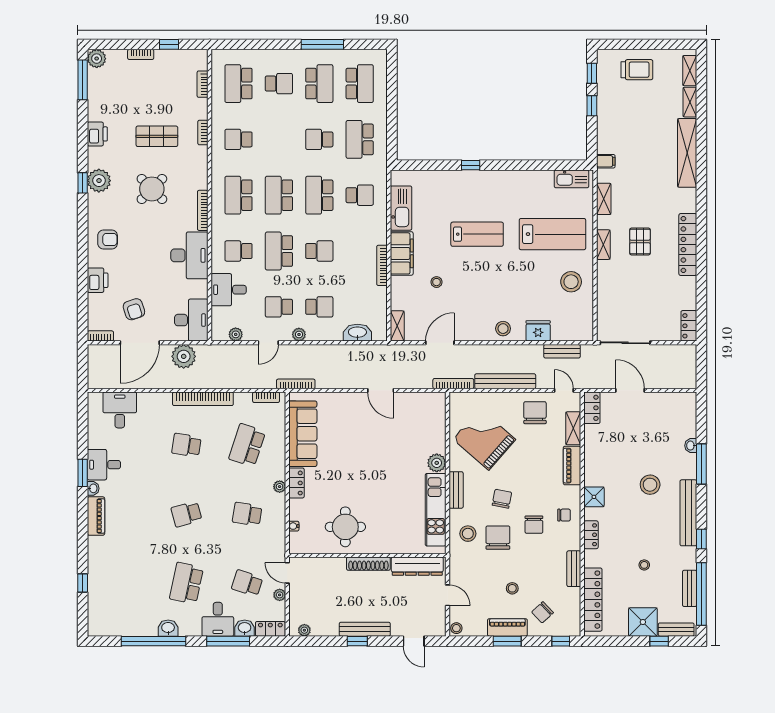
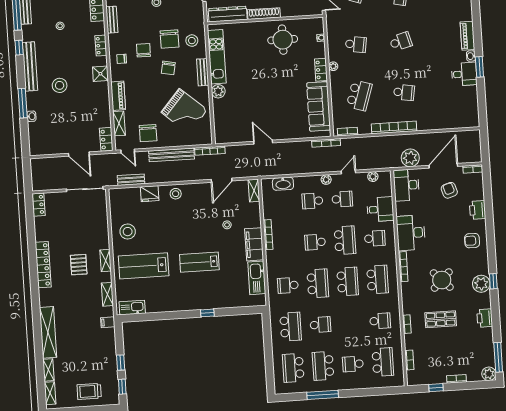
desk: (120, 410) -> (455, 115), removed

